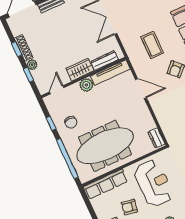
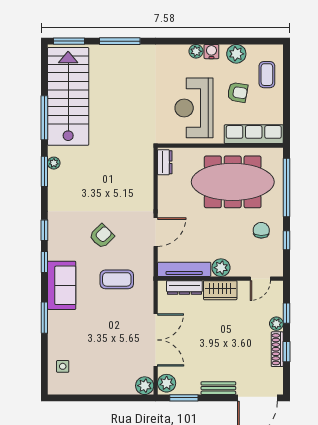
coffee table: (152, 45) -> (117, 279), turned 90
door: (141, 88) -> (156, 232), swing flipped

